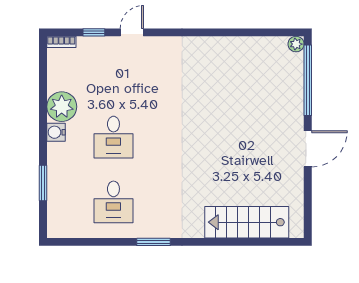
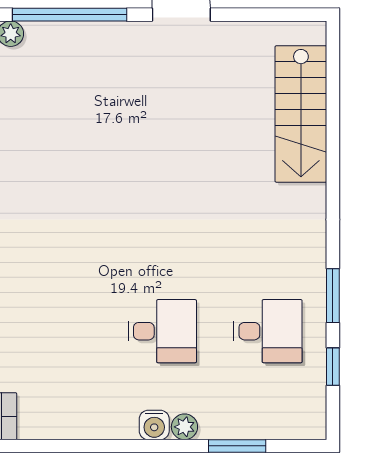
plant: (62, 107) -> (184, 427), moved, width x0.53, depth x0.53
window: (92, 242) -> (333, 367), added
window: (154, 242) -> (333, 296), moved

